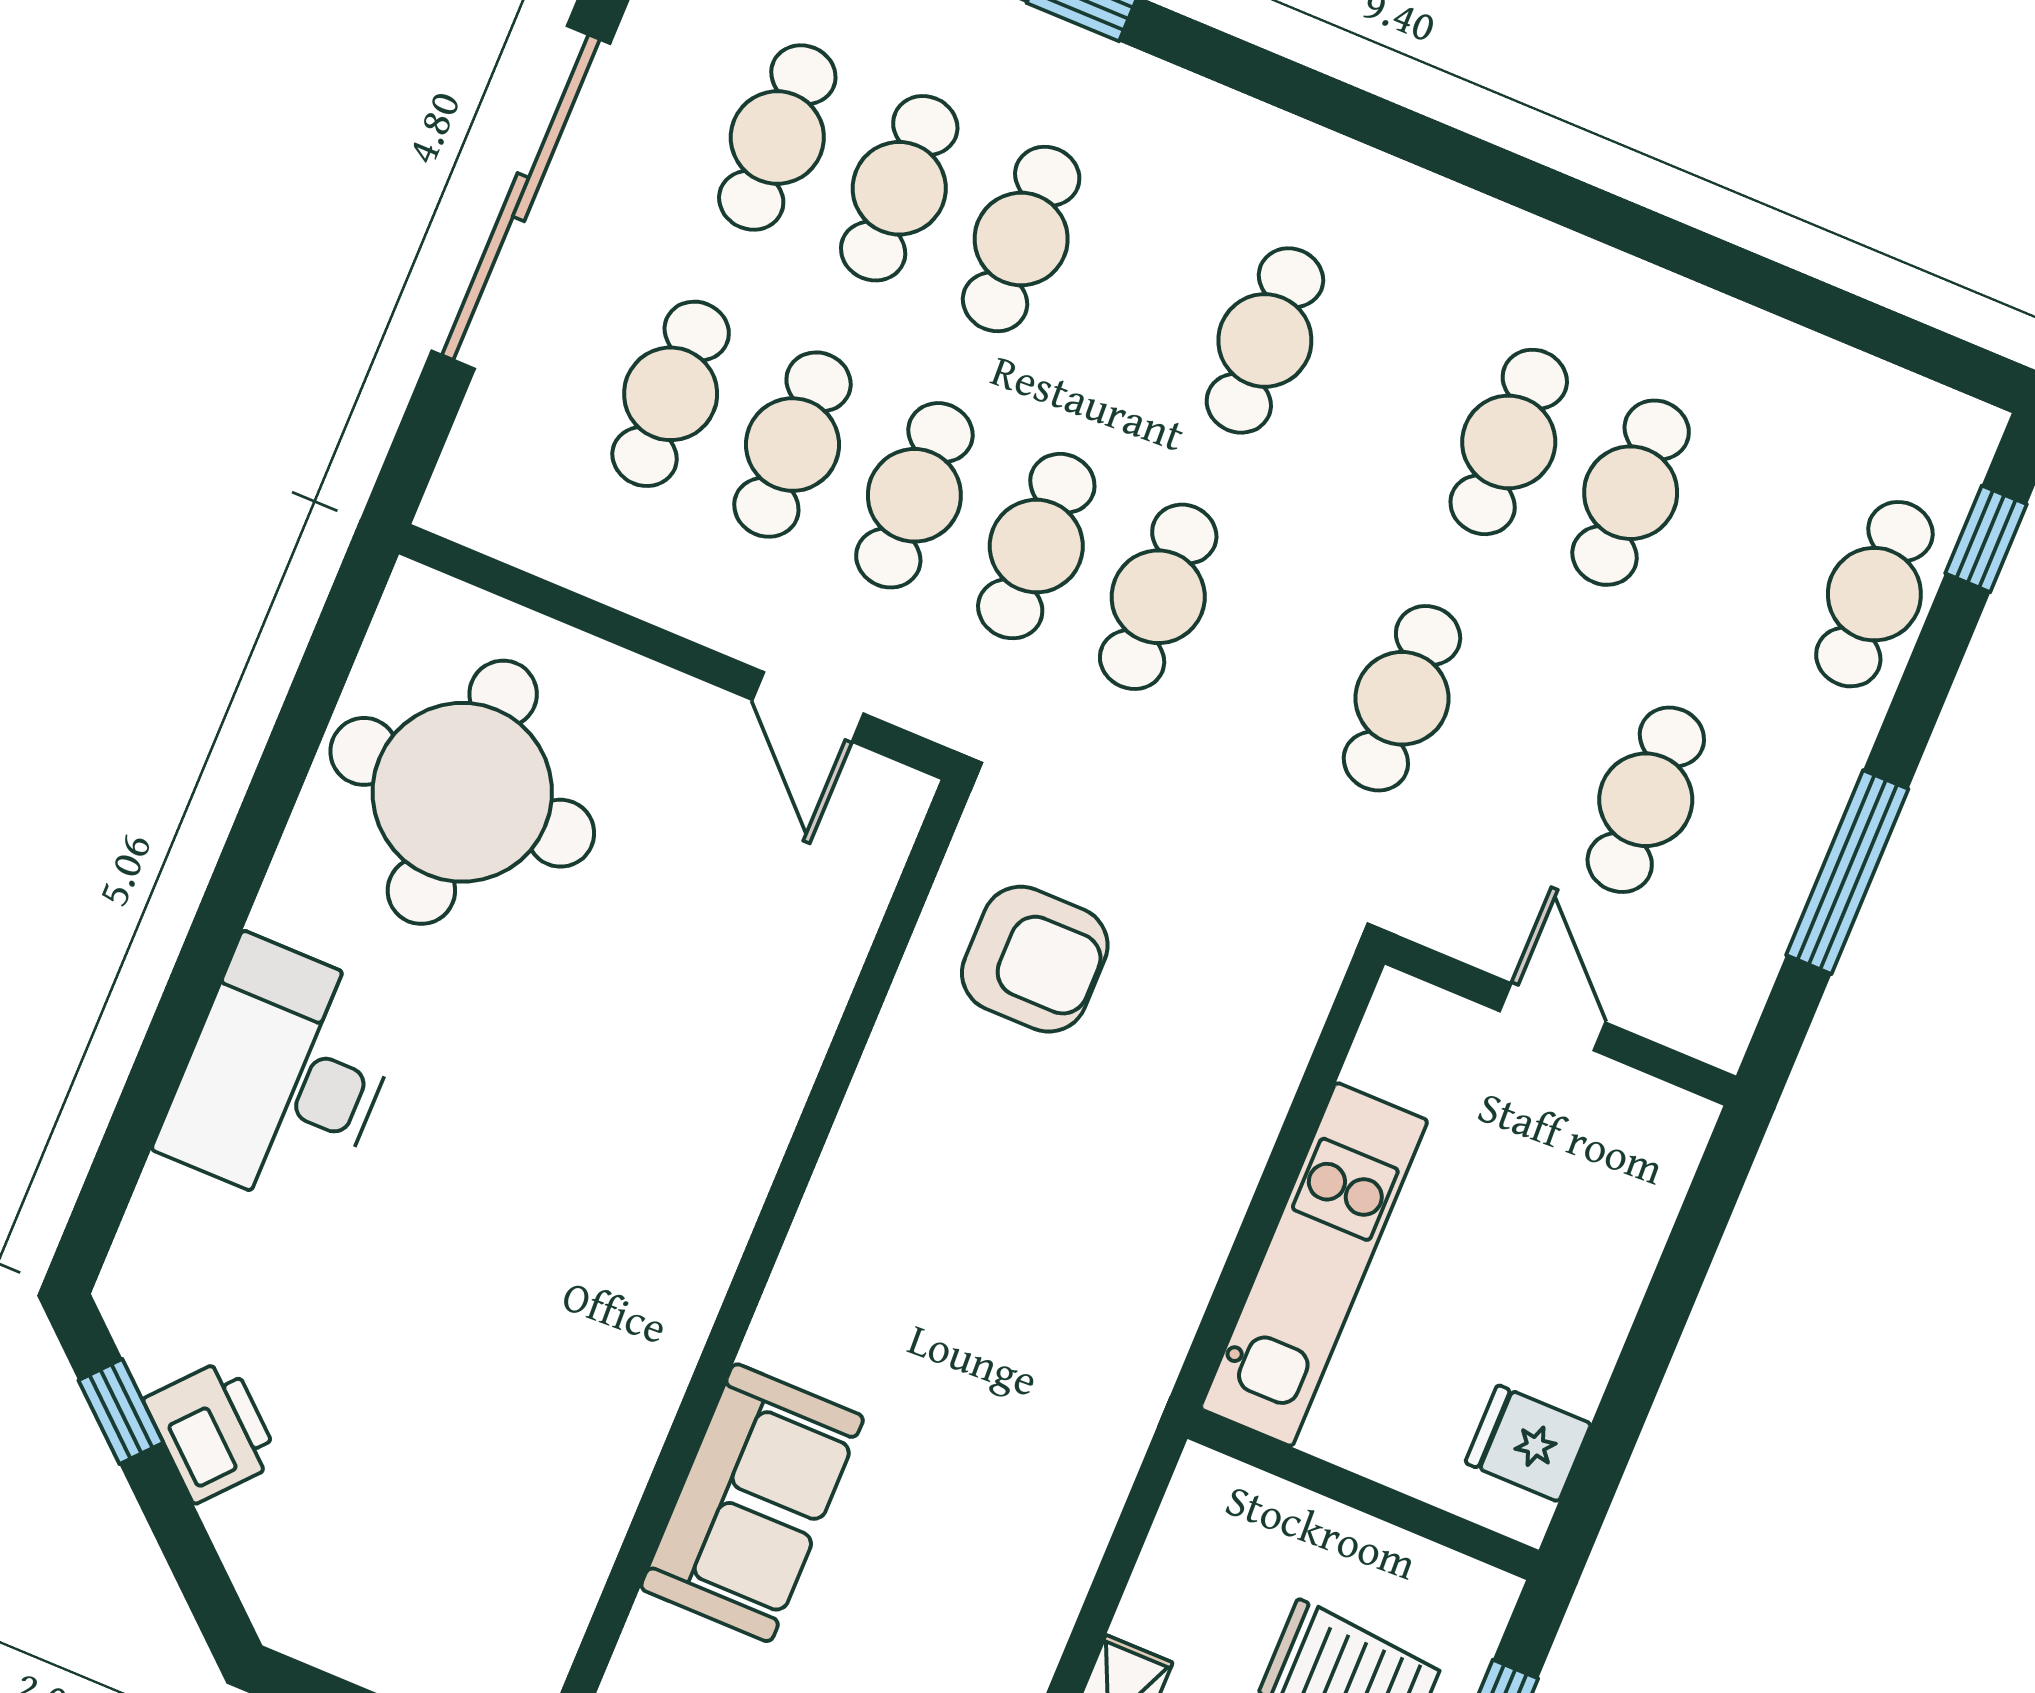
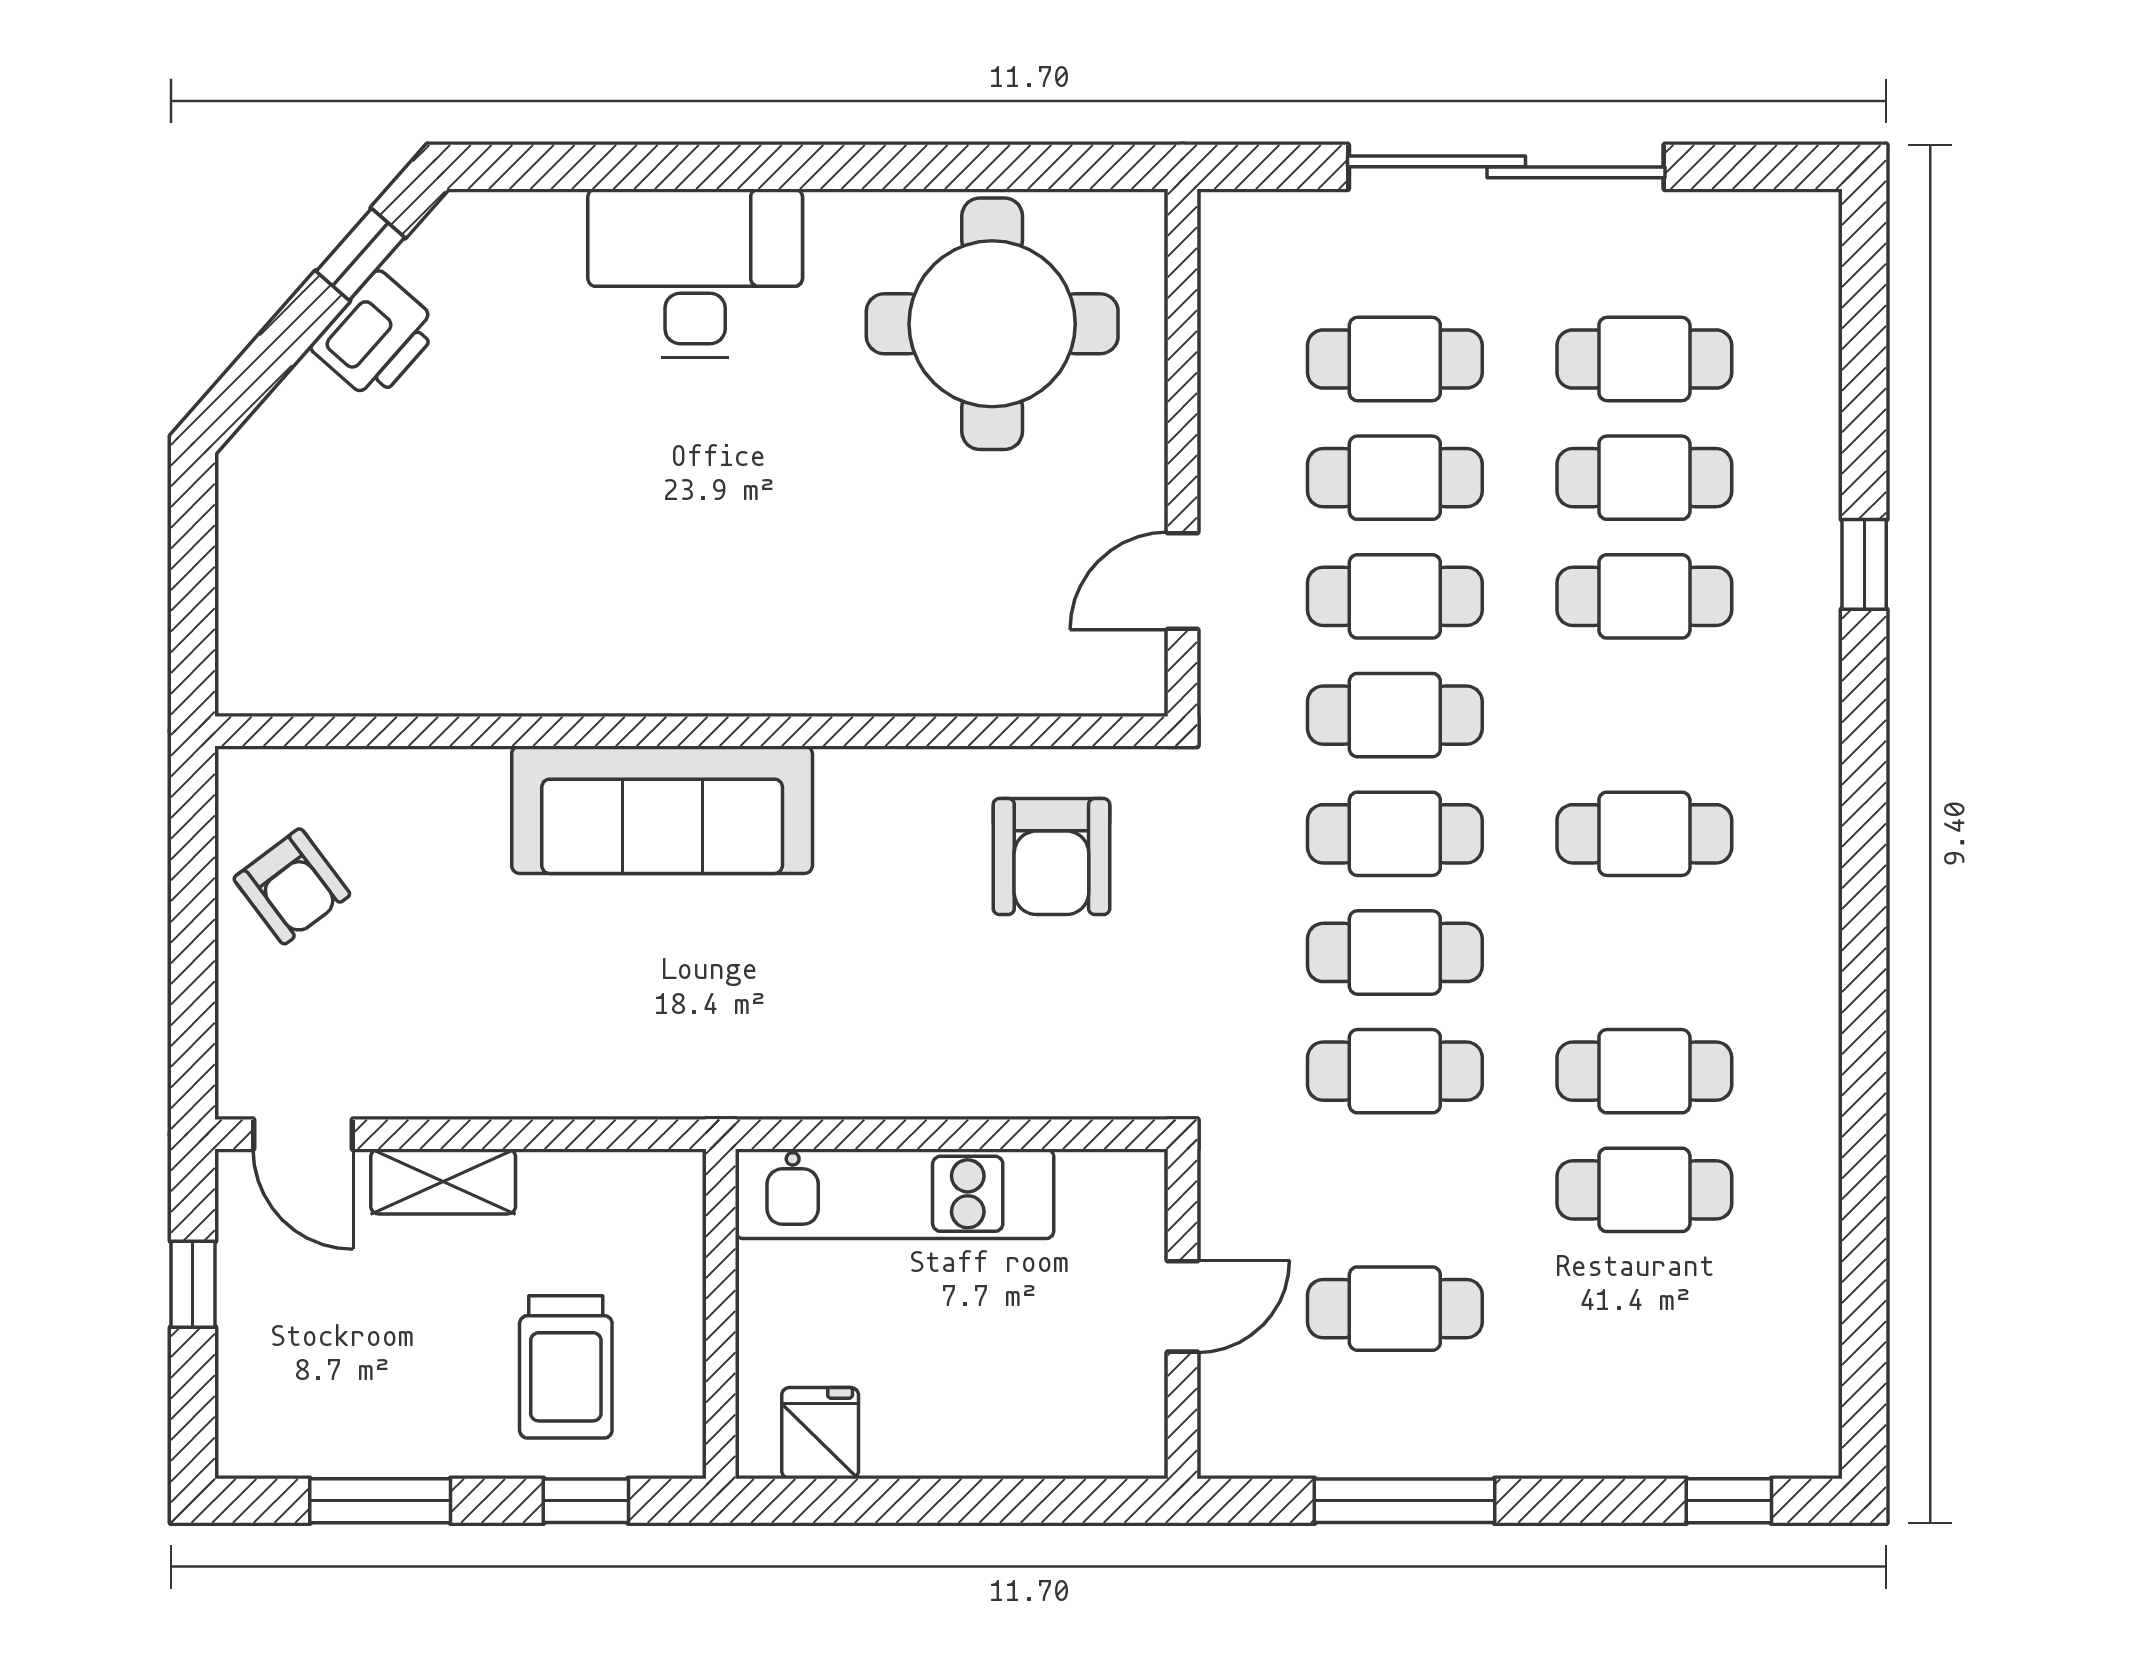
cafe table: (1874, 594) -> (1395, 952), moved
sofa: (752, 1503) -> (662, 810), moved, width x1.36

